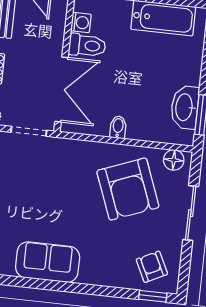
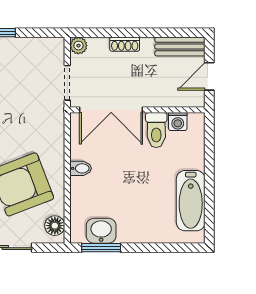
washbasin: (185, 107) -> (101, 231), width x0.72

